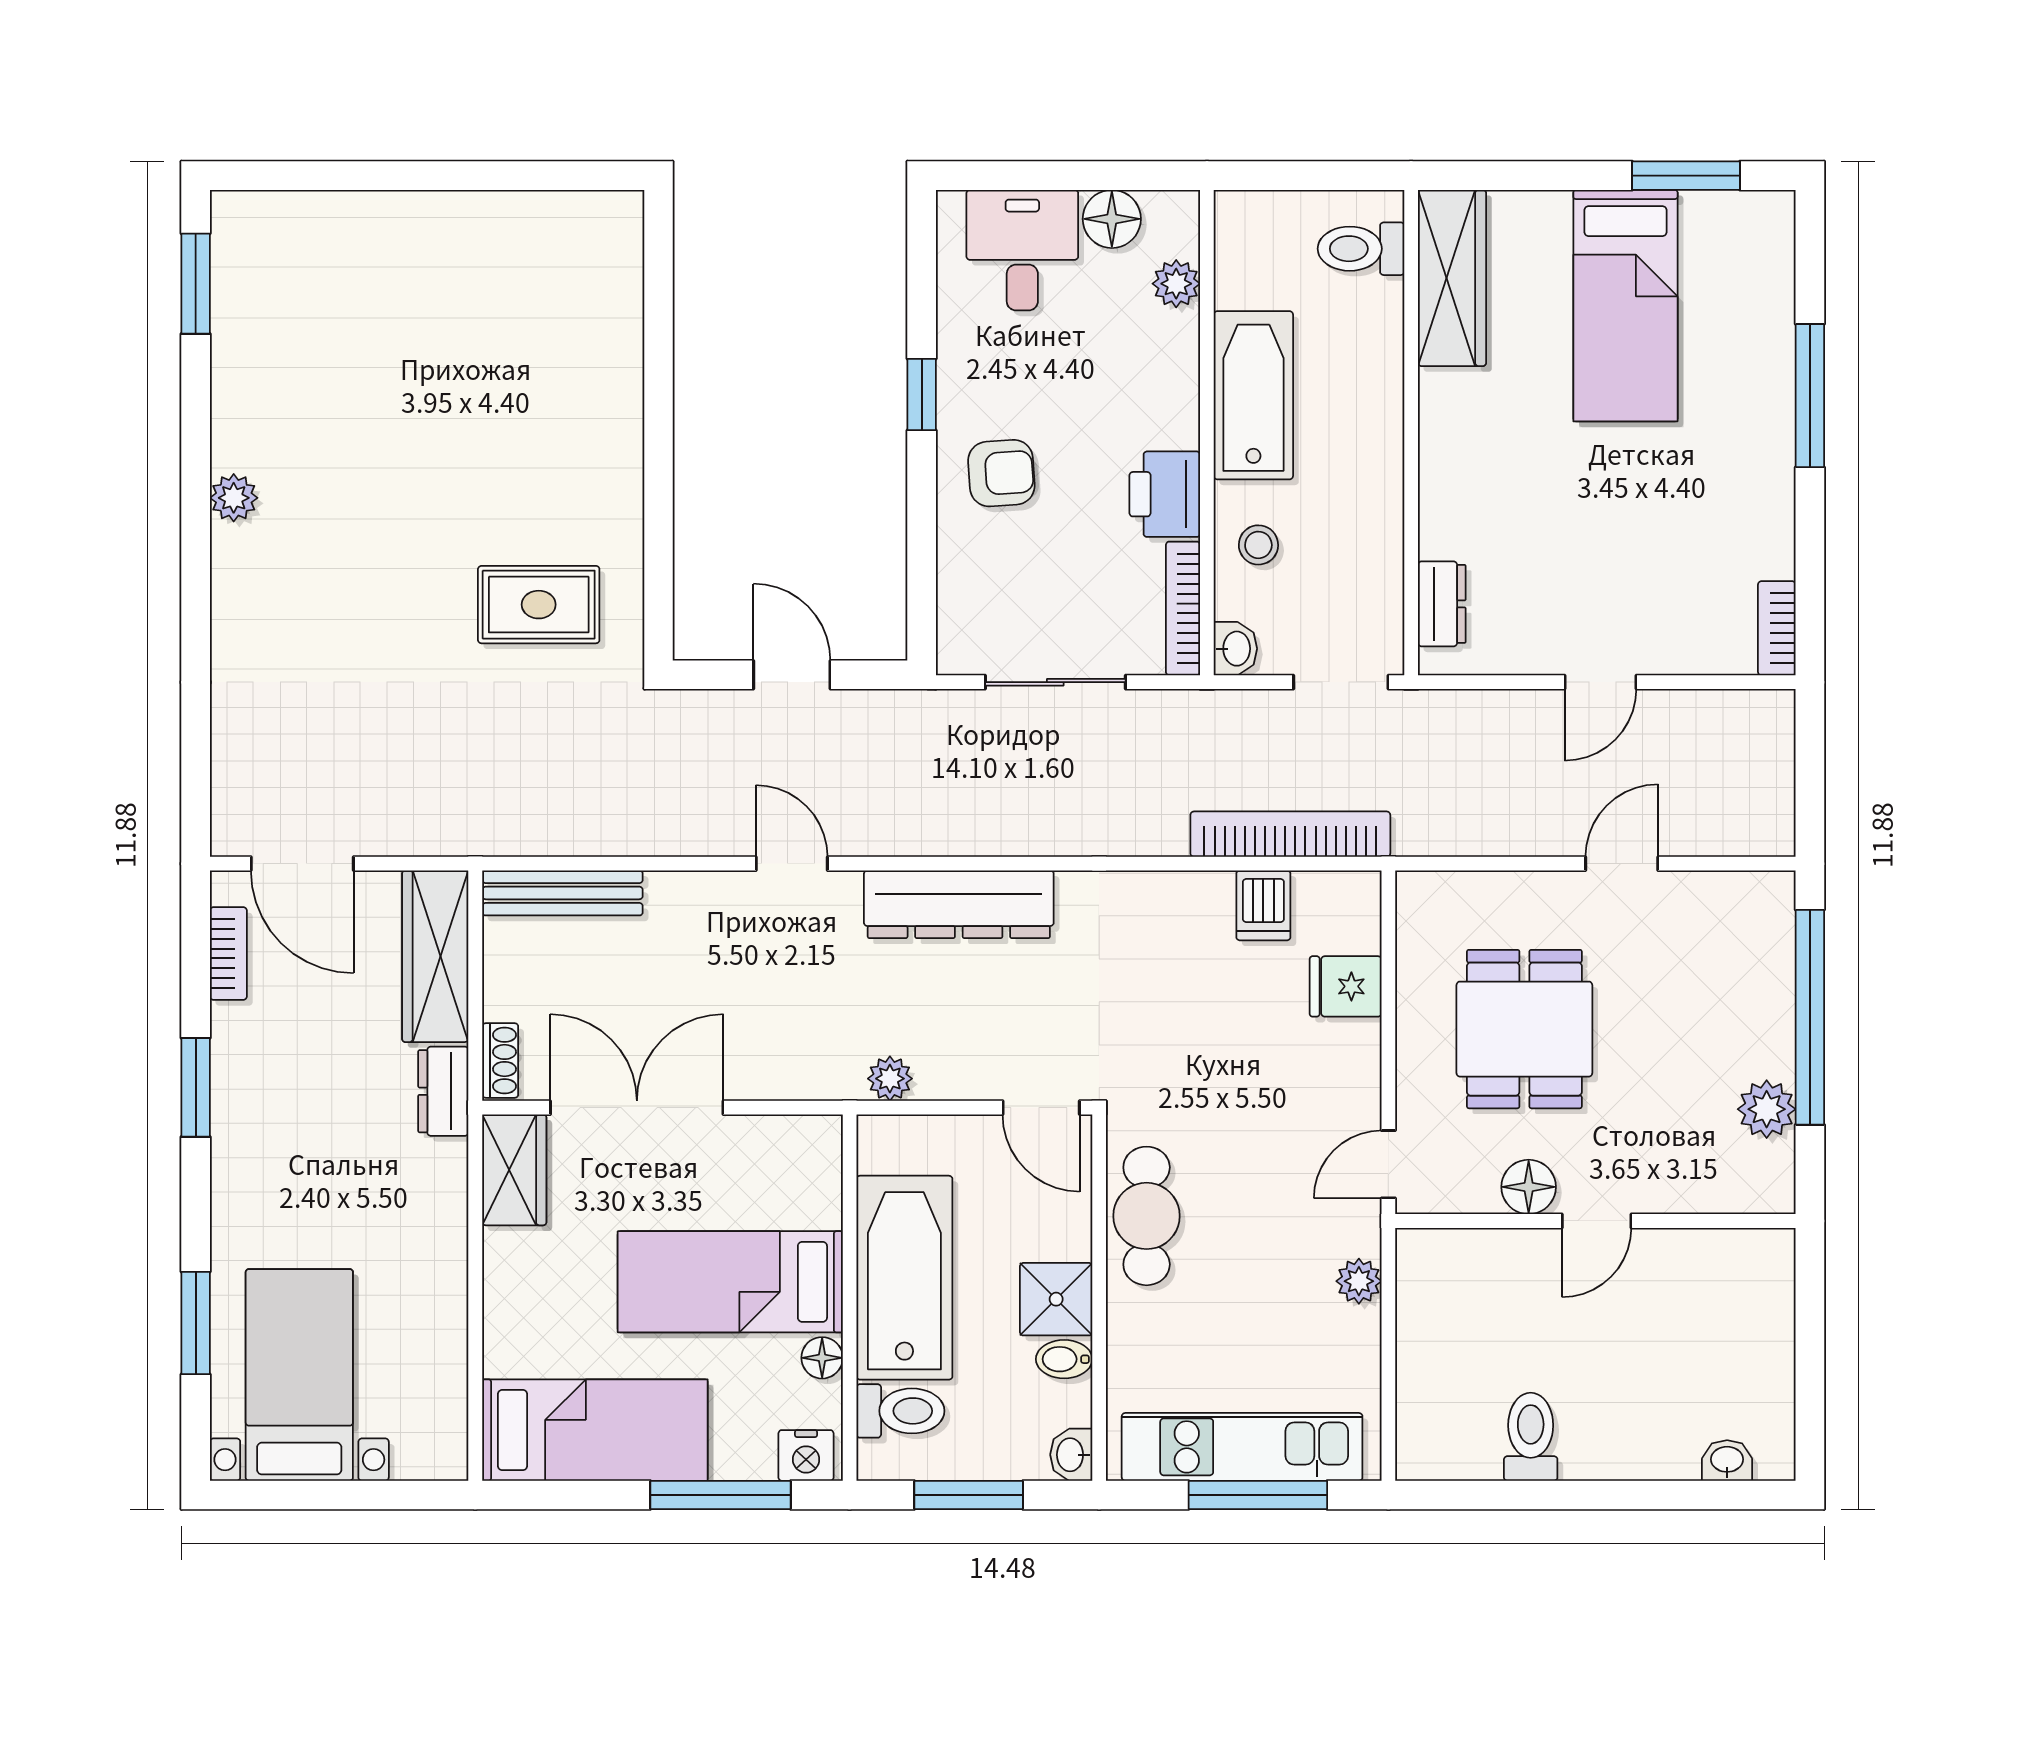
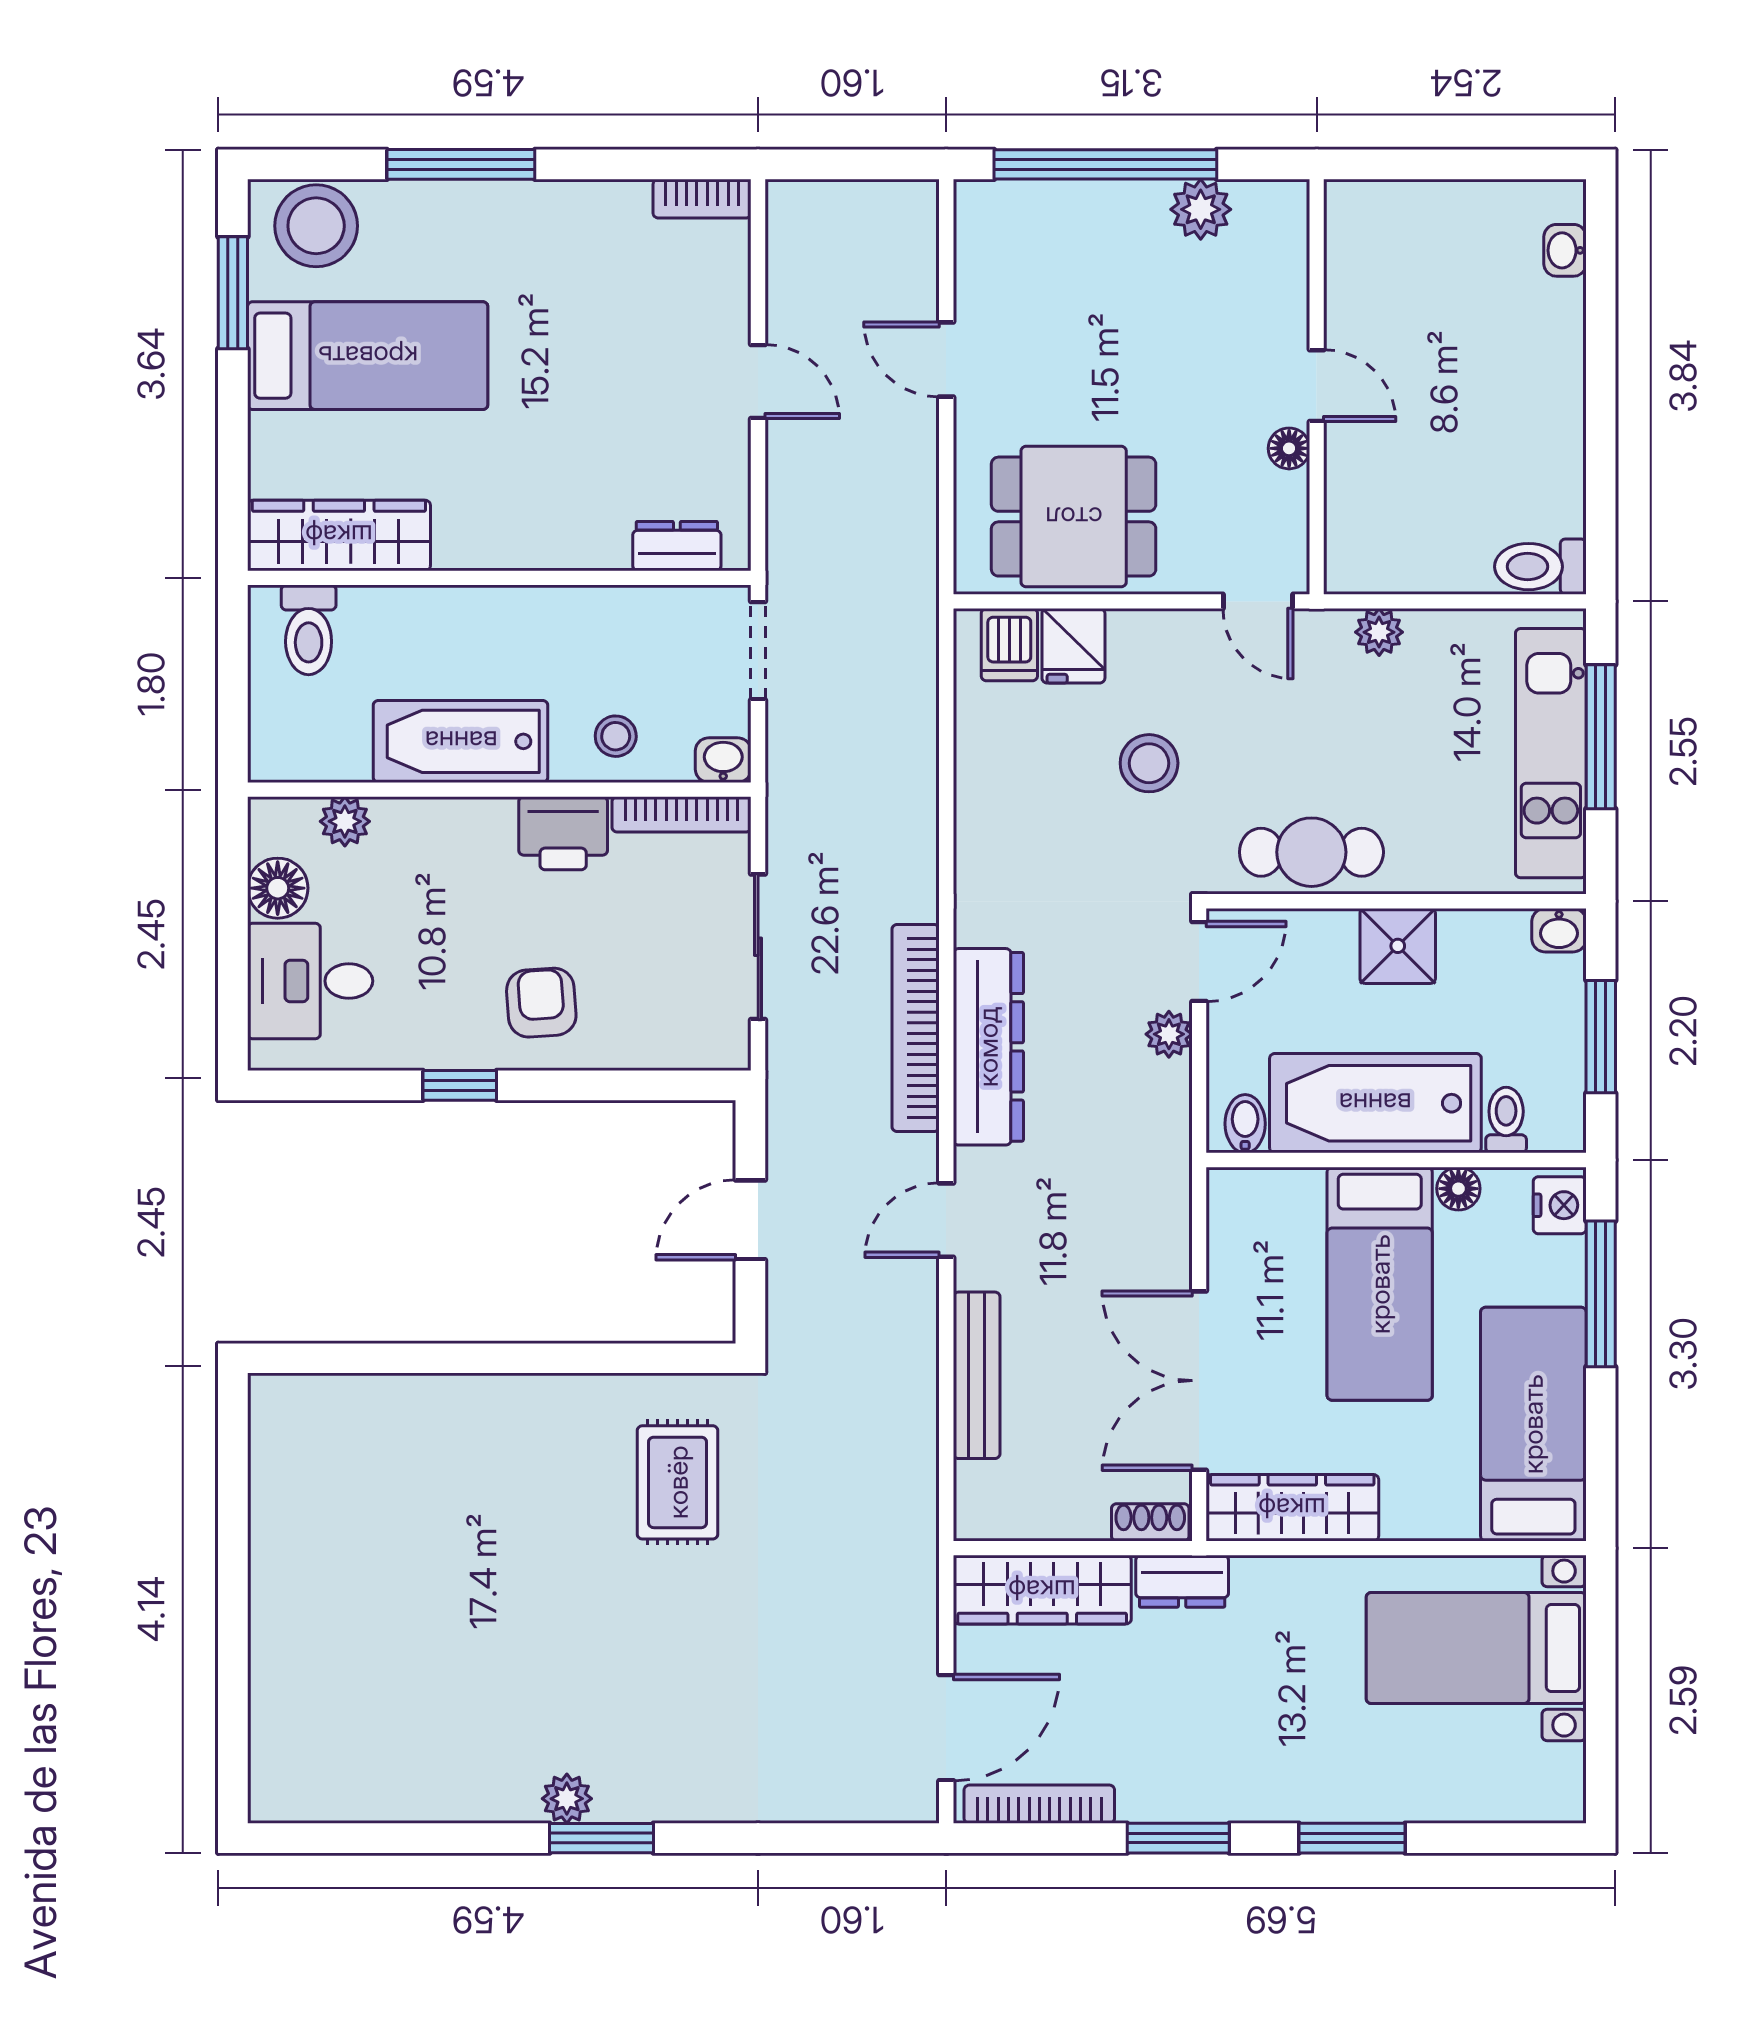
stool: (1751, 256) -> (316, 226), added
window: (196, 284) -> (602, 1838), moved
bookcase: (1290, 834) -> (916, 1028), moved
bench: (562, 893) -> (977, 1375), moved
dishwasher: (1263, 905) -> (1009, 645), moved, turned 90
bookcase: (228, 954) -> (1039, 1804), width x1.56
dining table: (1524, 1029) -> (1074, 517), moved
stool: (1232, 1059) -> (1149, 763), added
plant: (890, 1079) -> (1169, 1034), moved
wardrobe: (514, 1170) -> (1292, 1508), width x1.50
floor lamp: (1529, 1187) -> (1289, 448), width x0.73, depth x0.73
window: (196, 1323) -> (1352, 1838), moved
bidet: (1064, 1359) -> (1245, 1124), moved, turned 180
bed with nightstands: (299, 1375) -> (1476, 1648), moved
toilet: (900, 1411) -> (1506, 1120), width x0.73, depth x0.72
toilet: (1531, 1437) -> (1540, 567), moved

